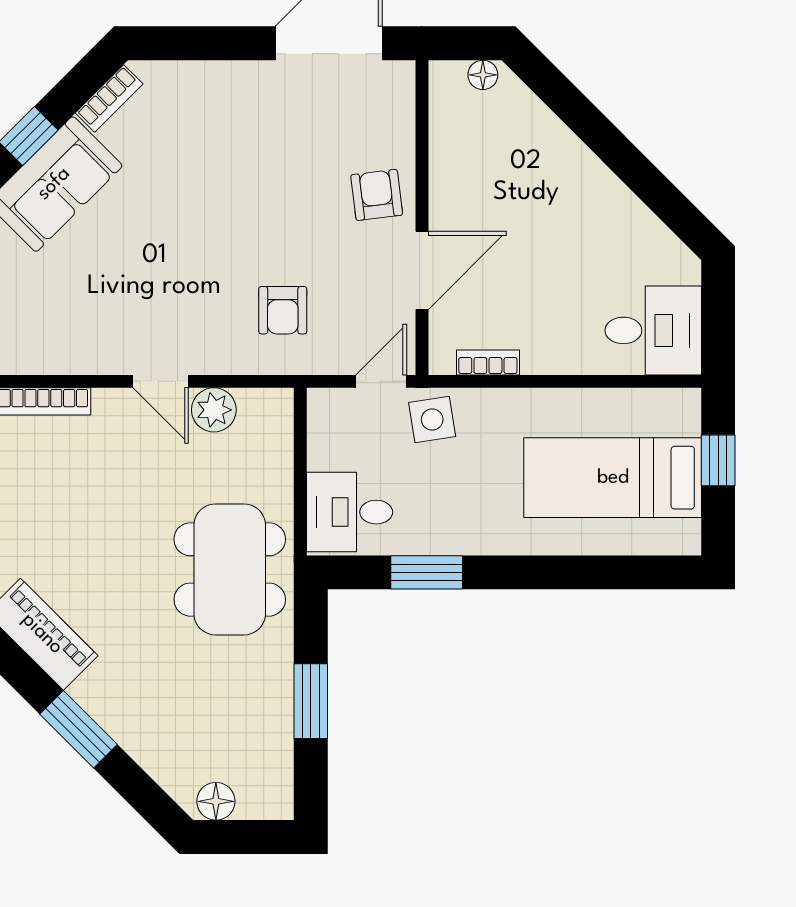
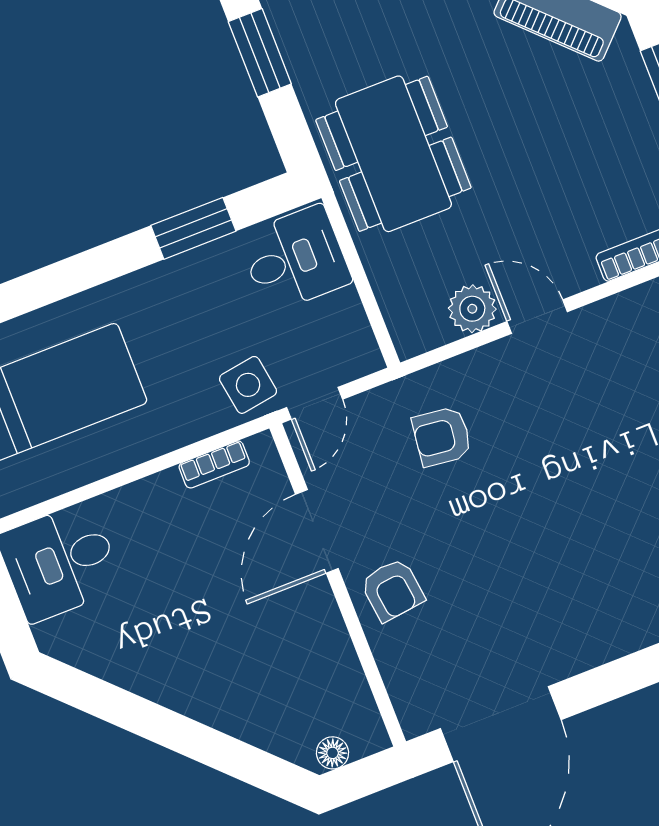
armchair: (283, 310) -> (442, 436), turned -83

